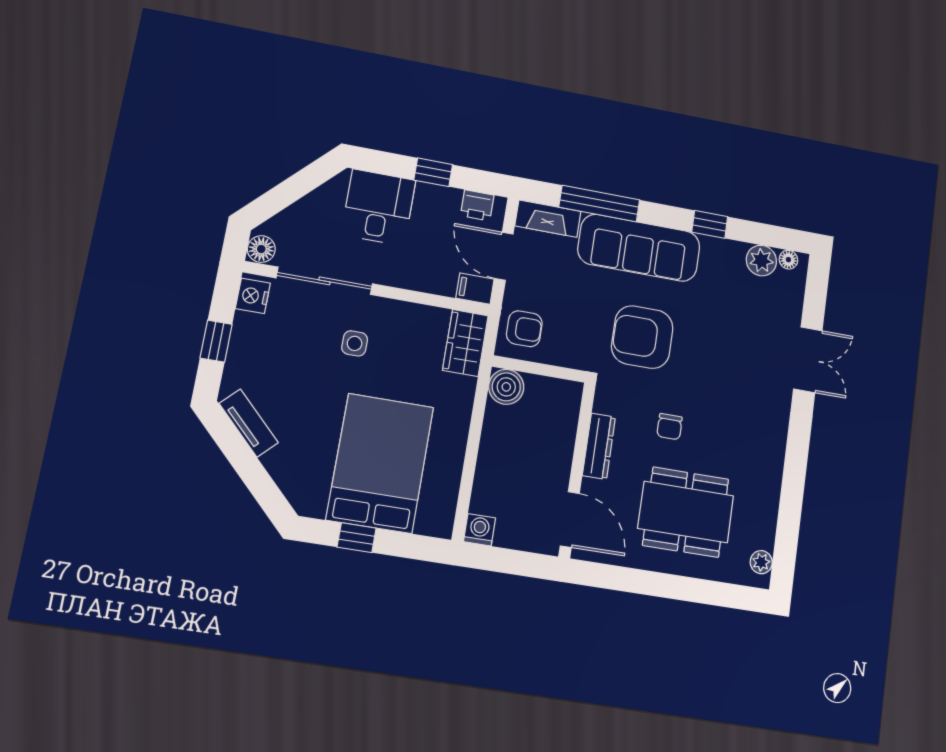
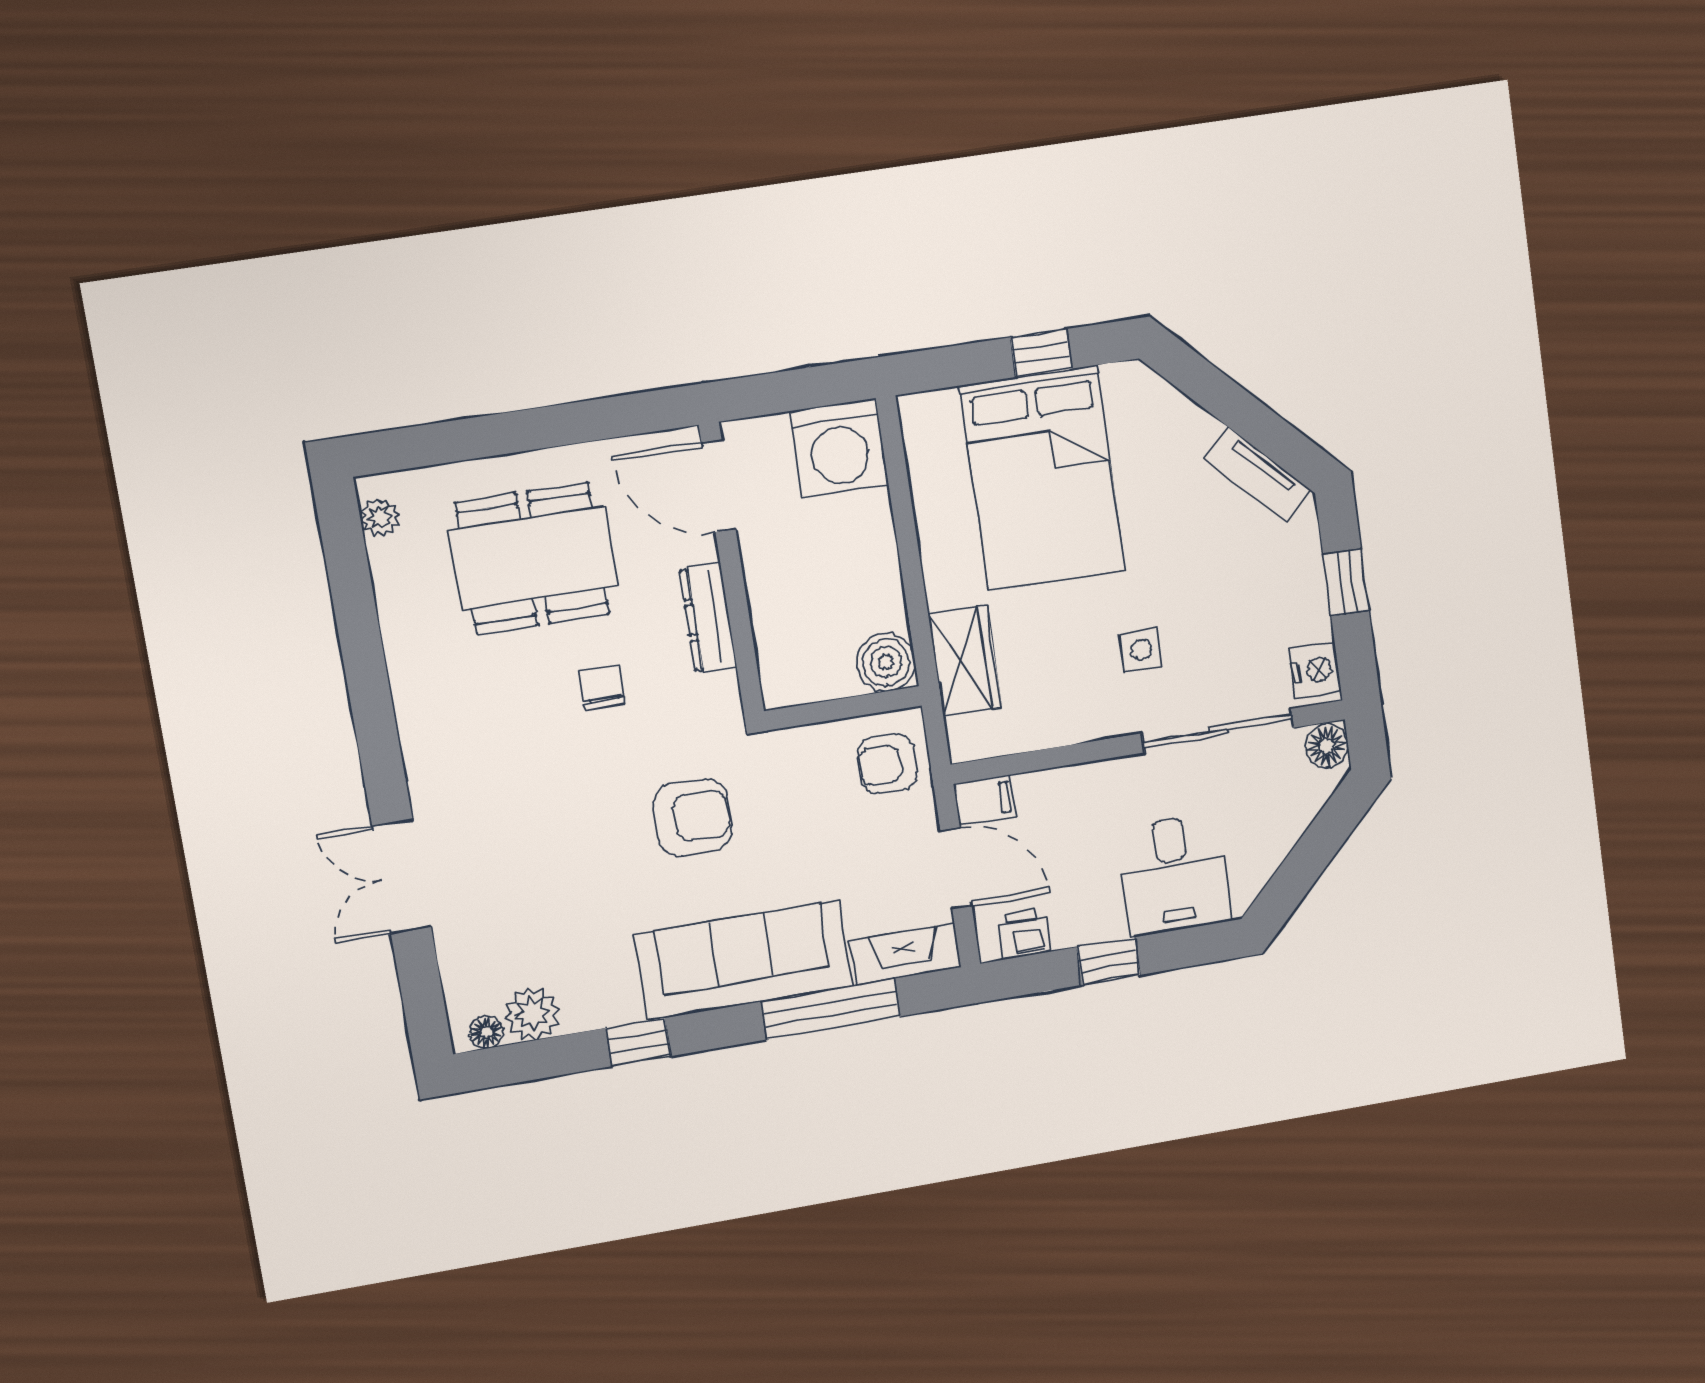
armchair: (642, 337) -> (693, 817), width x0.73, depth x0.73
wardrobe: (465, 343) -> (965, 660), moved
washing machine: (479, 530) -> (839, 448), width x1.89, depth x1.89

